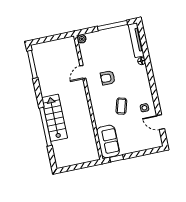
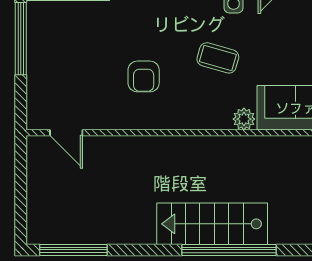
plant: (82, 39) -> (244, 119), moved
door: (83, 72) -> (66, 133), moved

